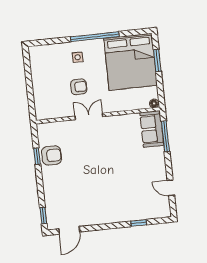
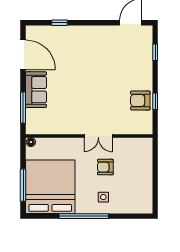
window: (157, 61) -> (23, 185), width x1.44
sofa: (152, 129) -> (36, 90), moved
door: (171, 188) -> (23, 55), width x1.87
window: (43, 216) -> (155, 52), moved

